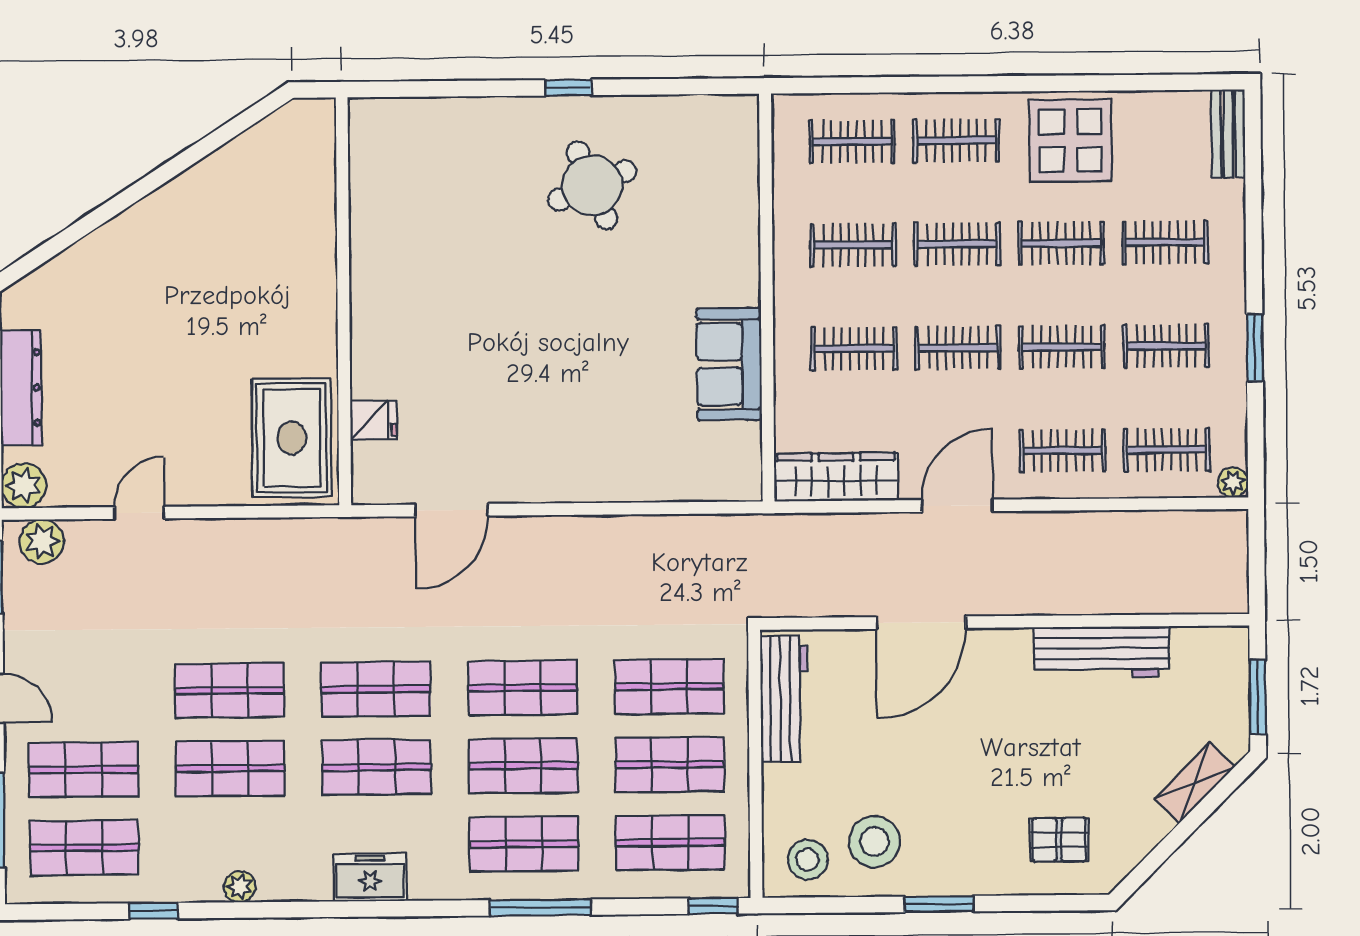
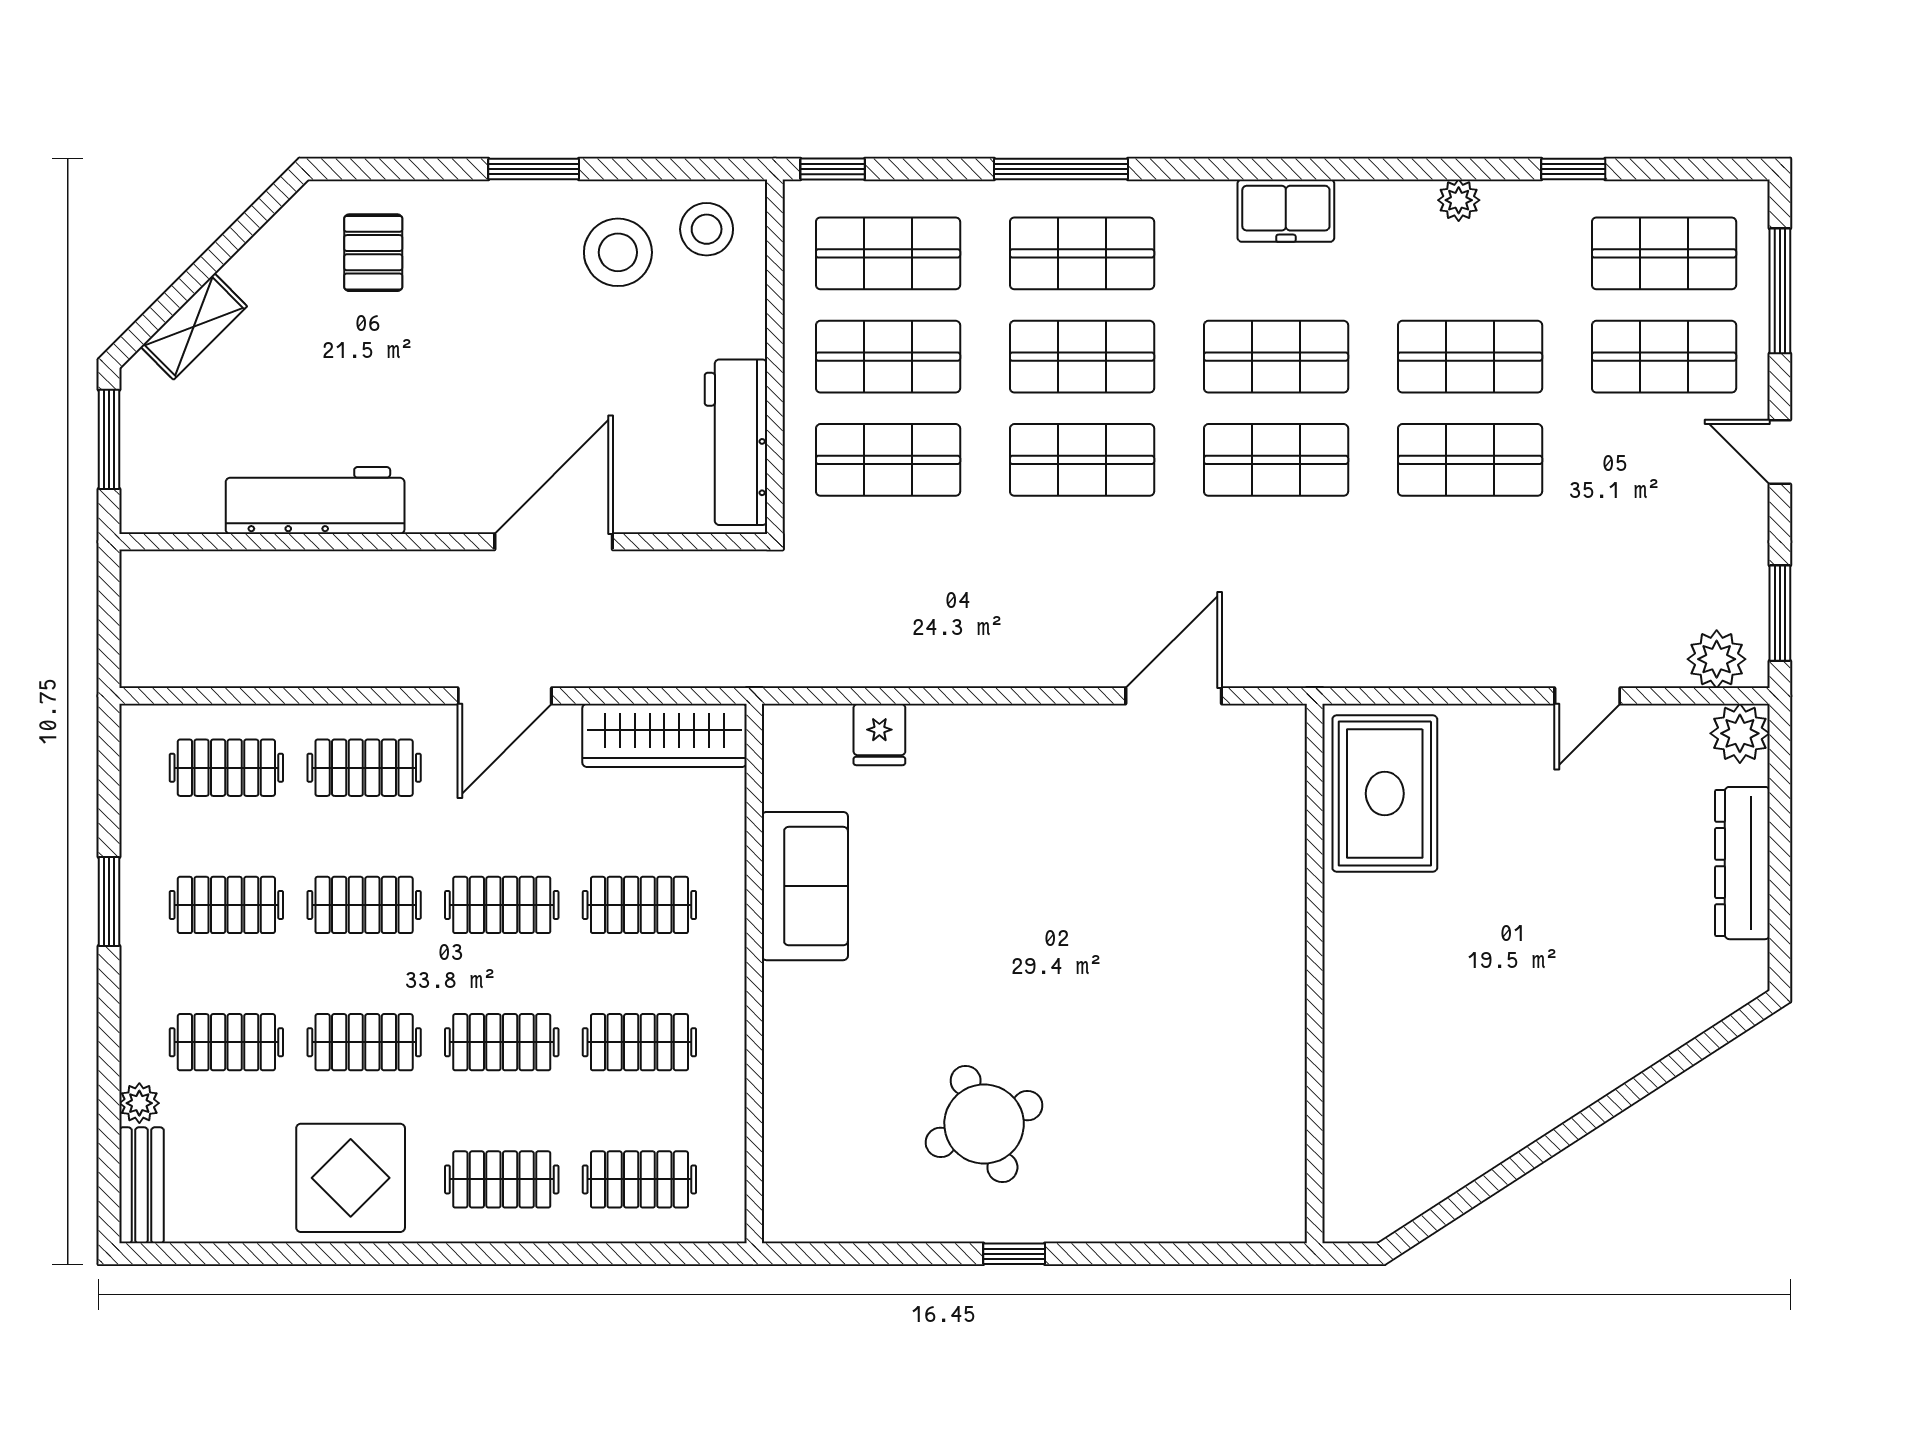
fridge: (374, 420) -> (879, 734), moved, turned -90
plant: (1233, 482) -> (139, 1103), moved
pallet: (1059, 840) -> (373, 253), turned 90

